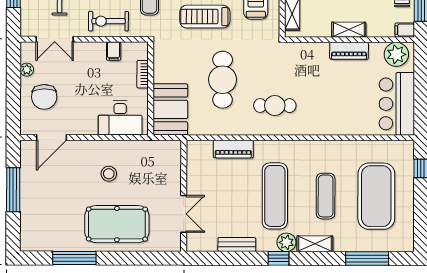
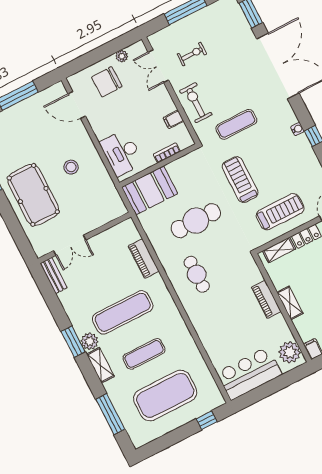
piano: (349, 51) -> (266, 299), moved
bench: (237, 244) -> (54, 275), moved
window: (279, 258) -> (73, 342), width x1.50

